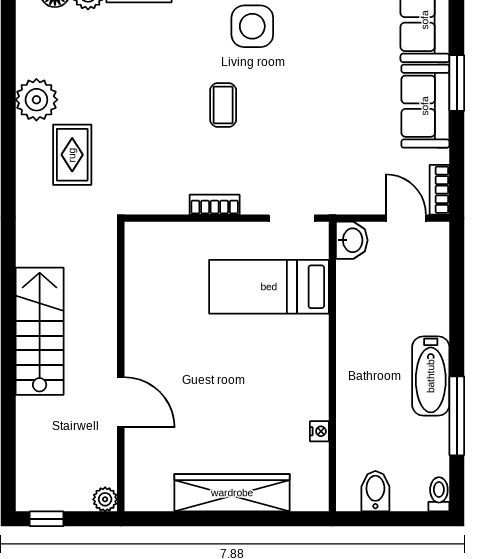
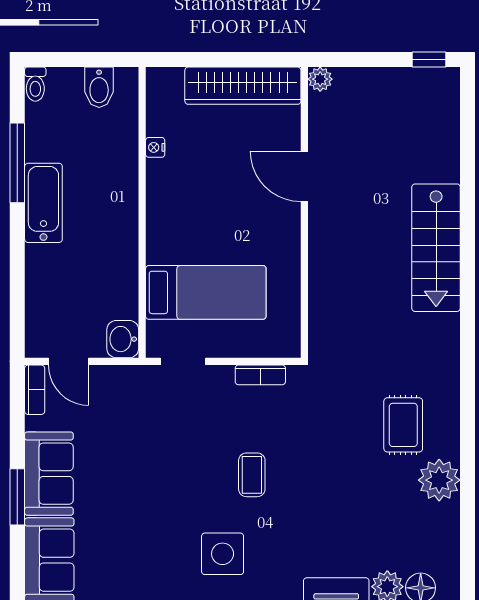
wall: (121, 367) -> (304, 212), moved
door: (121, 402) -> (304, 176), moved
plant: (105, 499) -> (320, 79), moved

